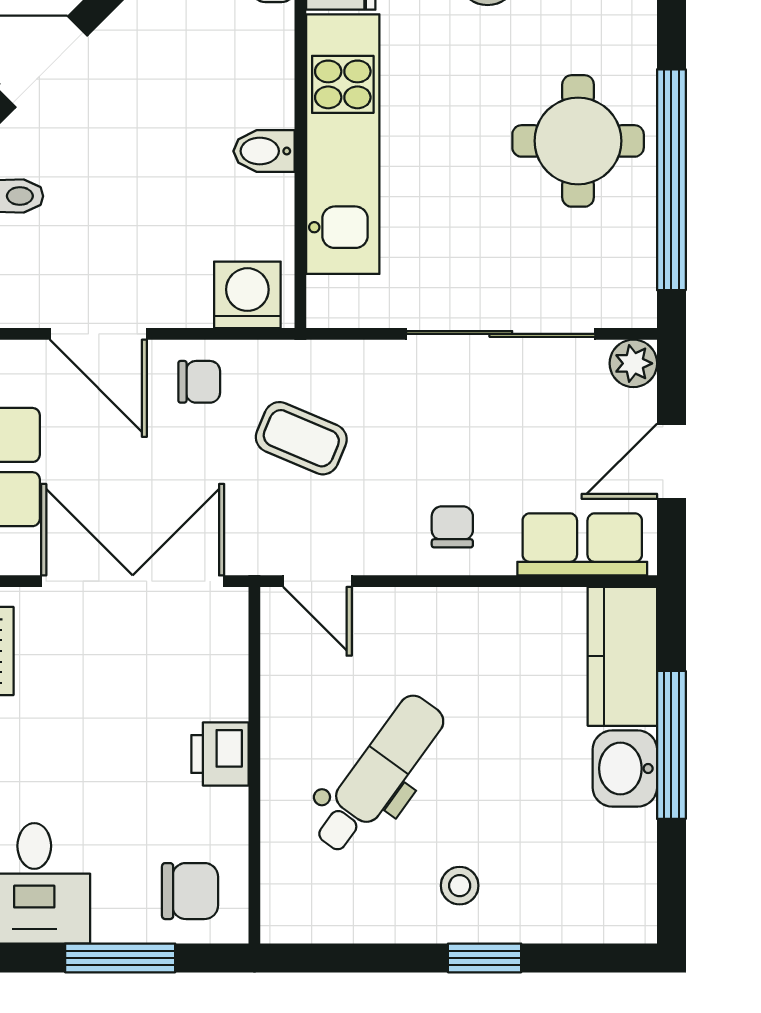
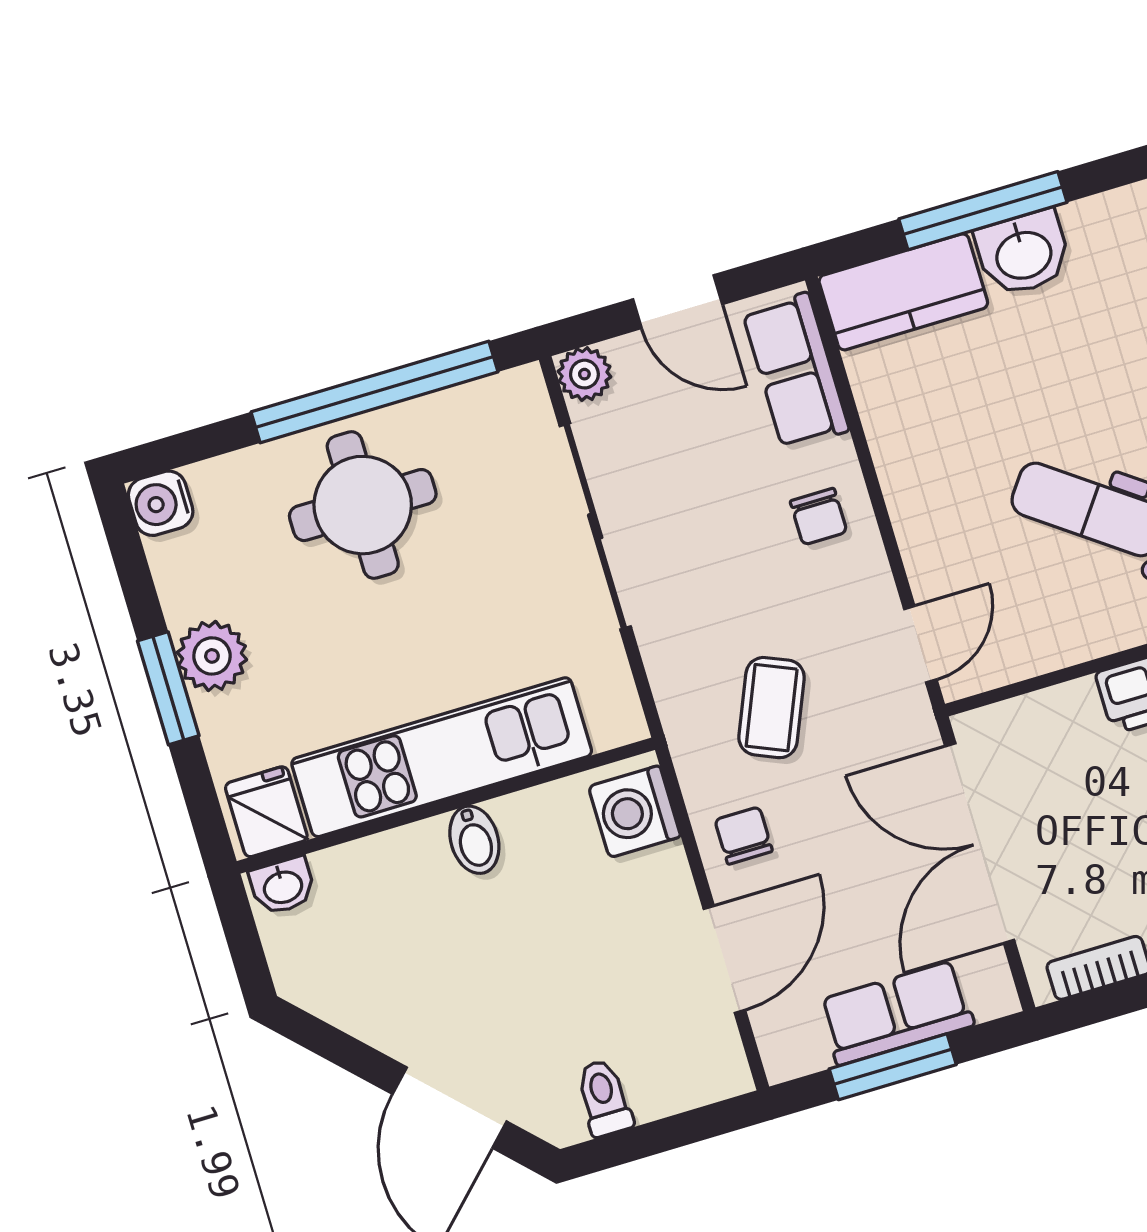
chair: (452, 527) -> (819, 517), turned -90

